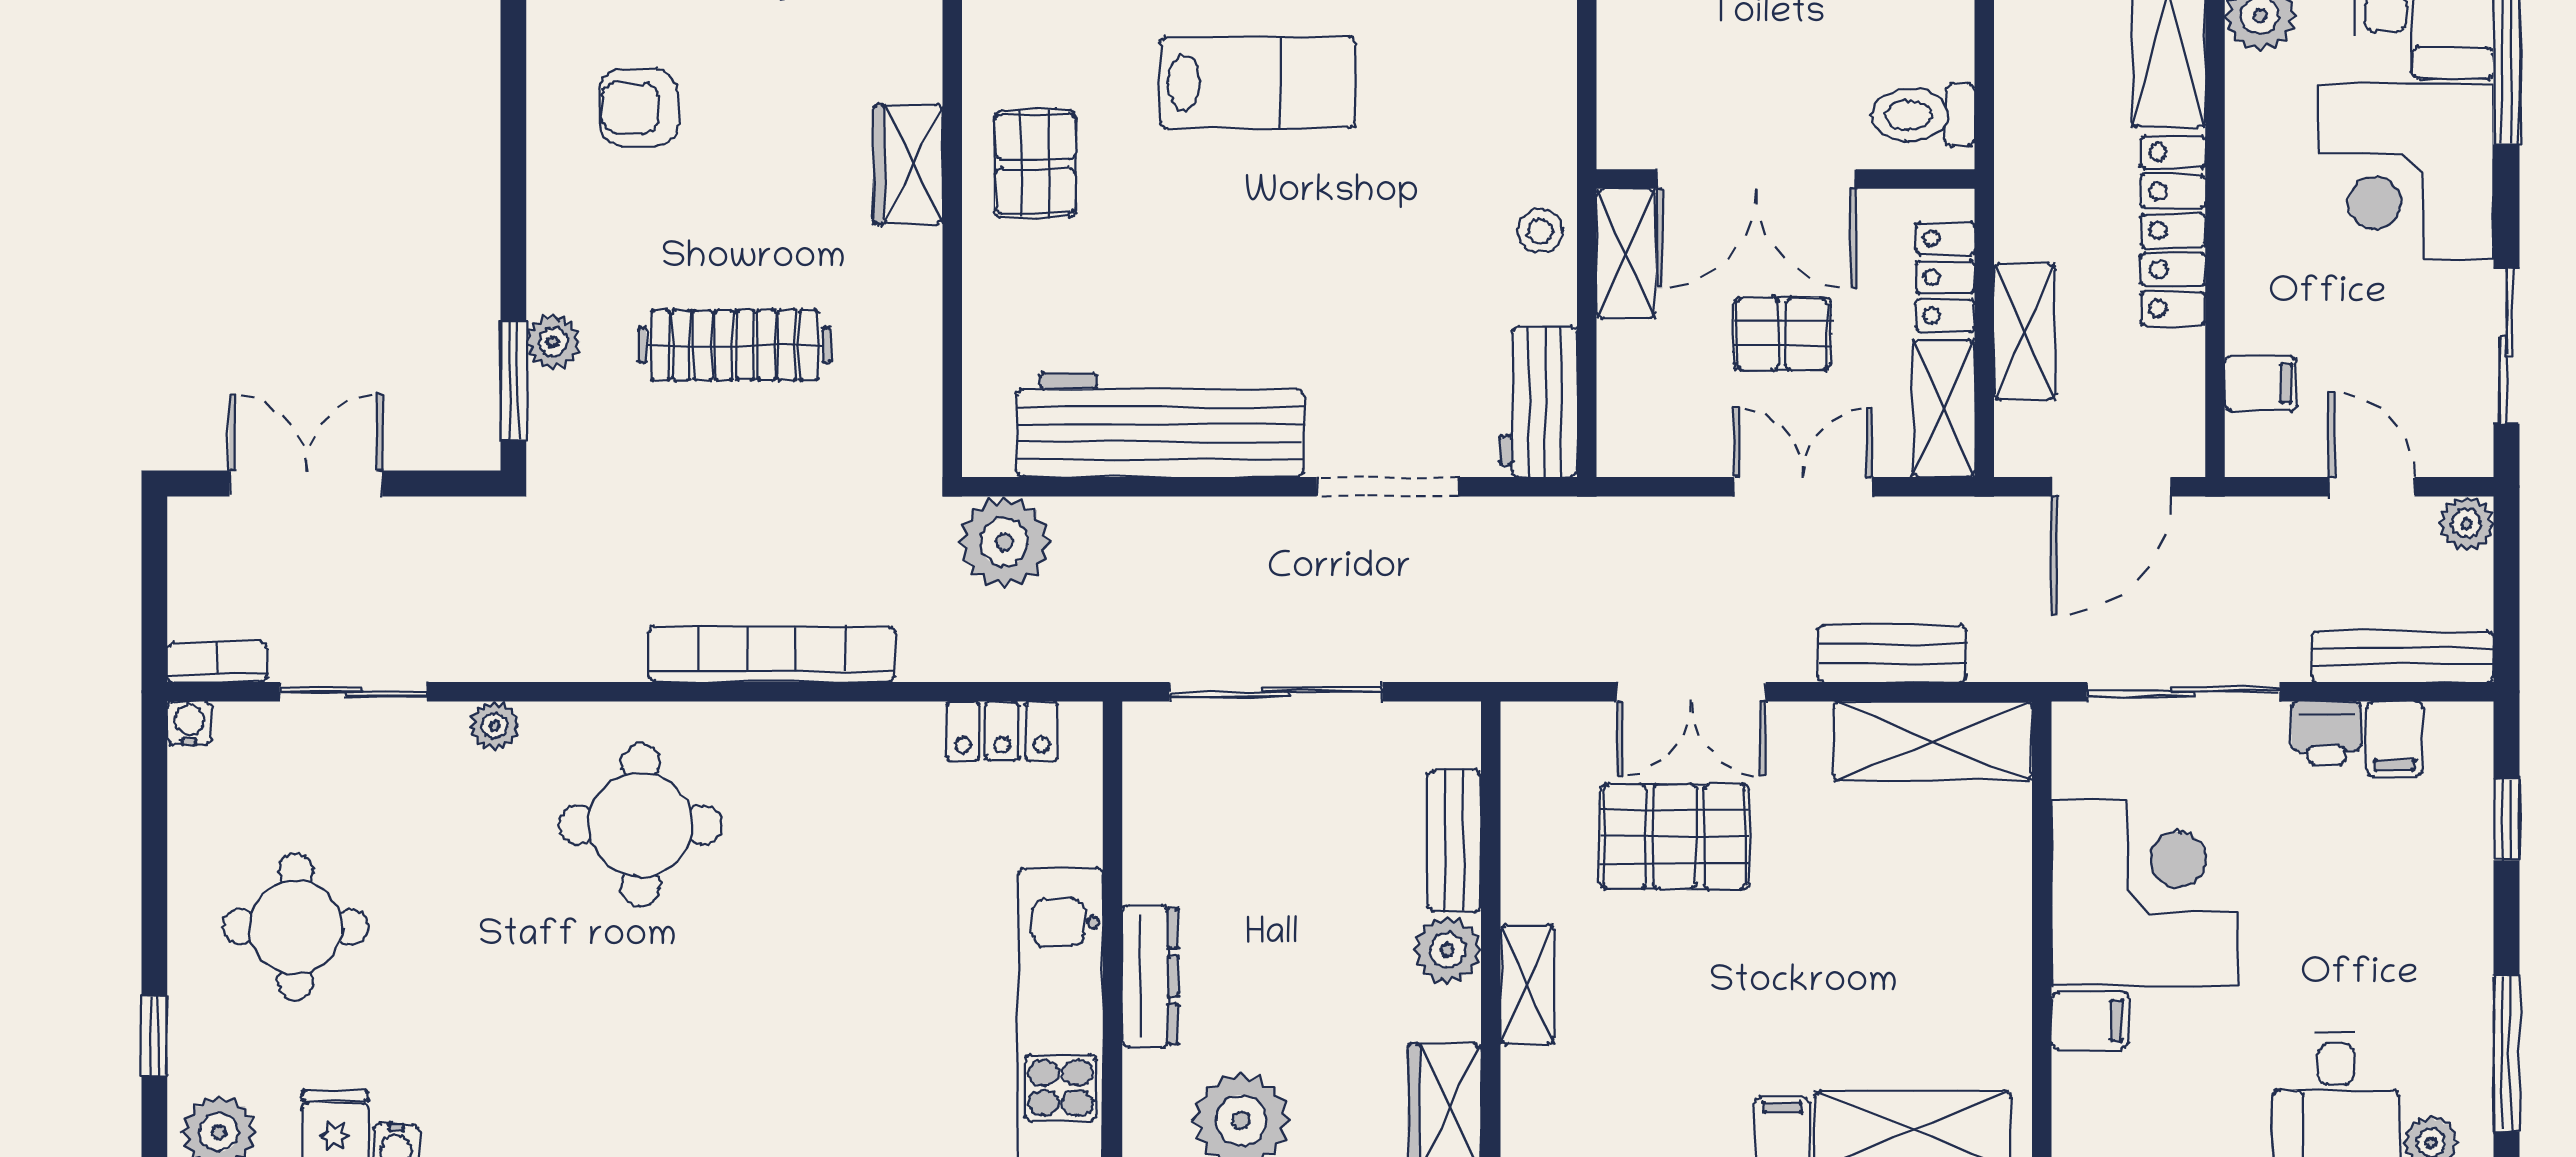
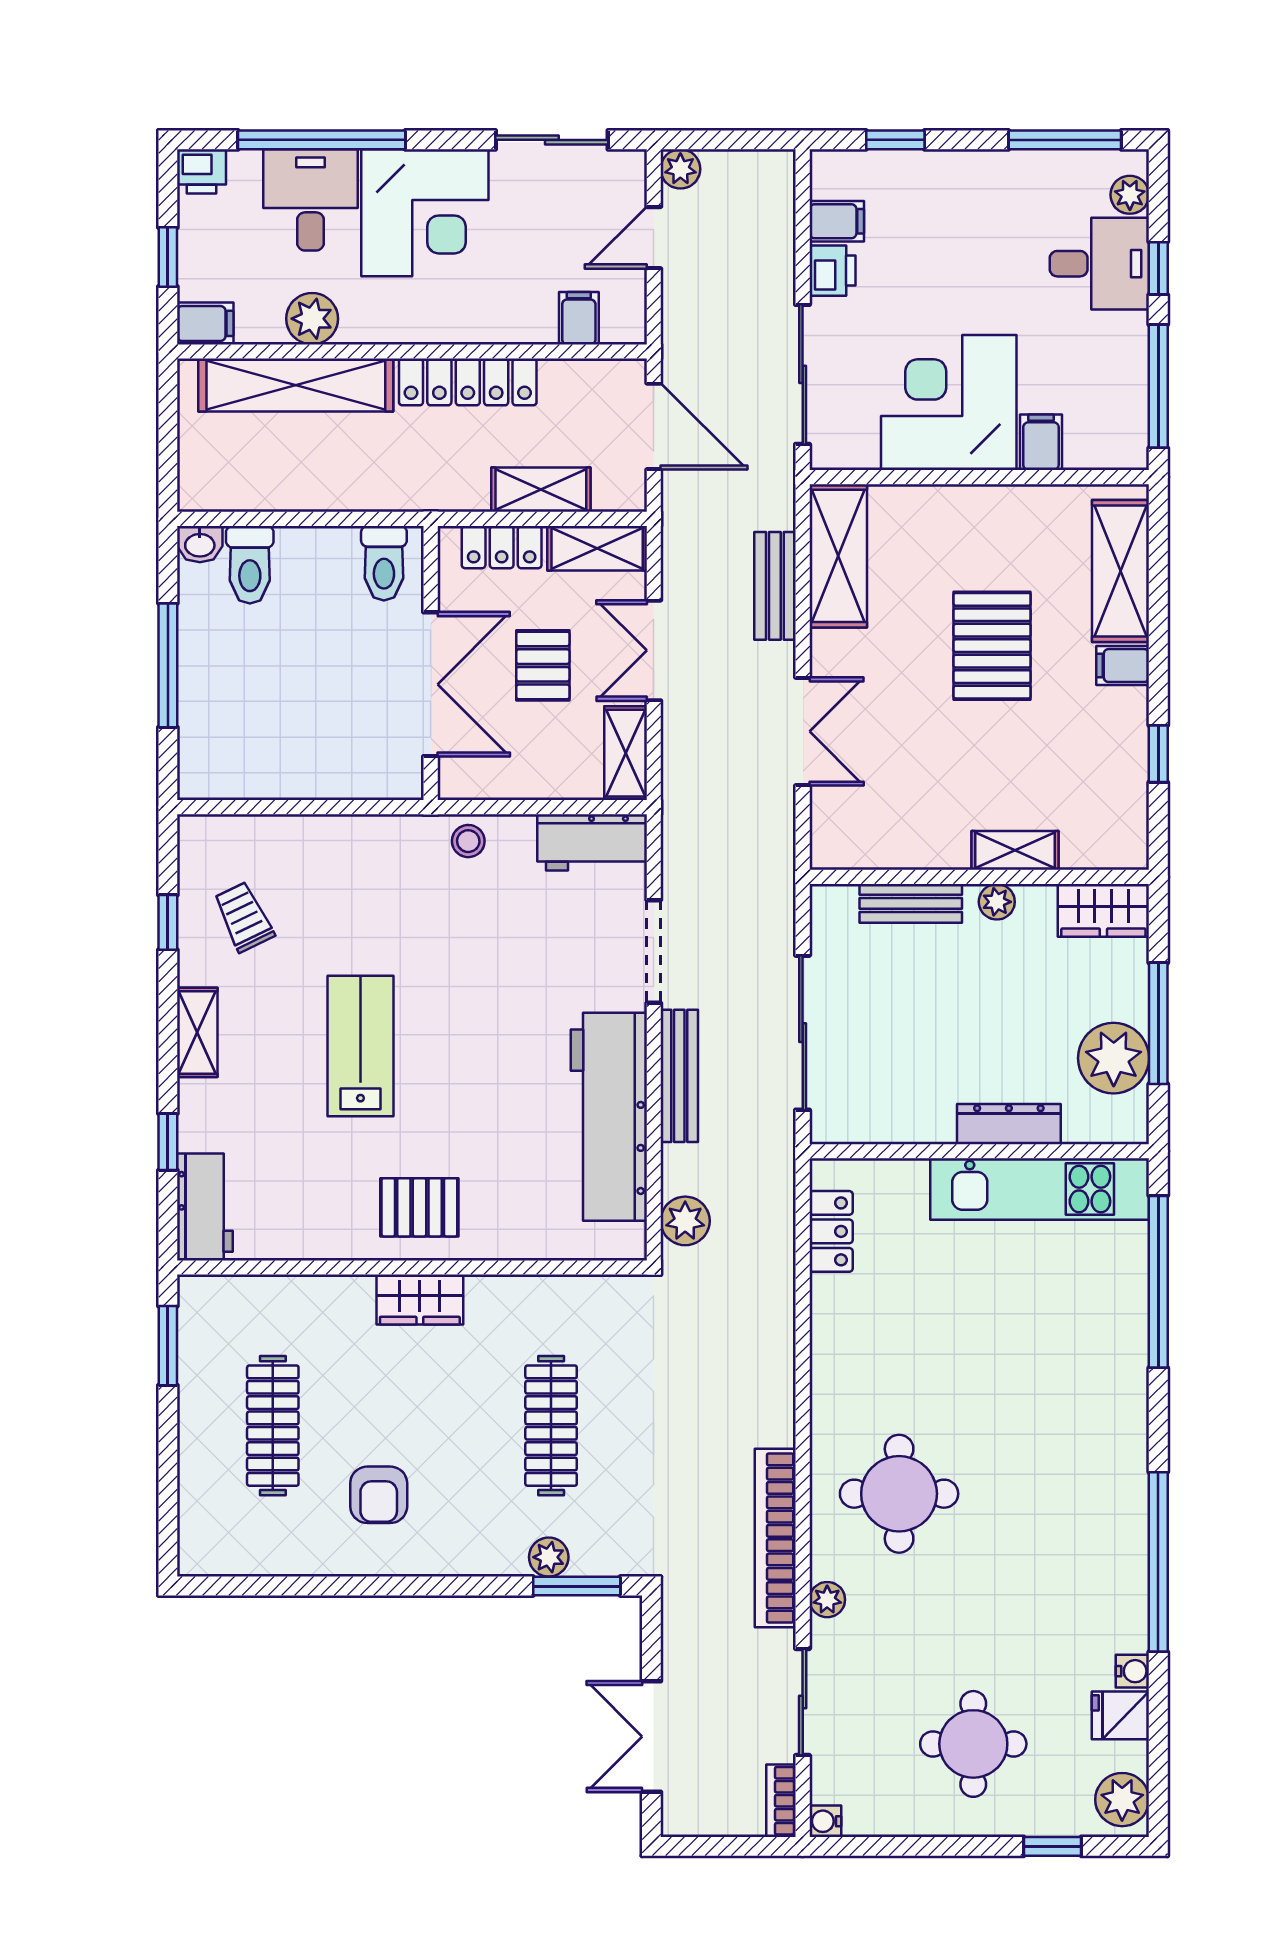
shelving: (1626, 254) -> (626, 753), moved, turned 90
plant: (1004, 542) -> (685, 1221), width x0.73, depth x0.73
bookcase: (771, 654) -> (775, 1538), moved
bench: (2402, 657) -> (679, 1076), moved
pallet: (1675, 837) -> (992, 646), moved
plant: (1447, 950) -> (997, 902), width x0.73, depth x0.73

